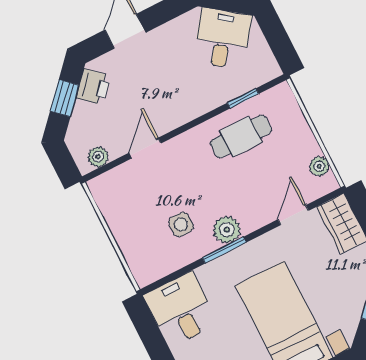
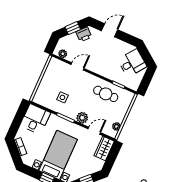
plant: (227, 230) -> (82, 118), moved

